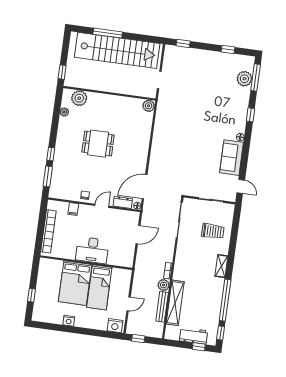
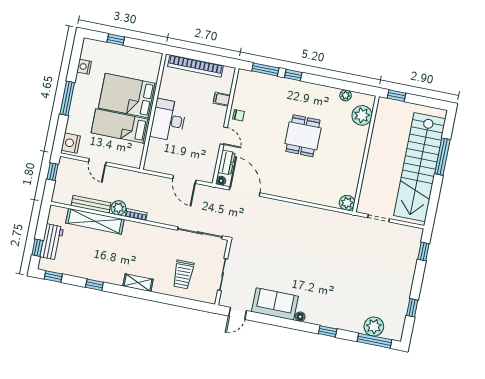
window: (225, 300) -> (94, 285), width x0.32
nightstand: (69, 321) -> (84, 67), moved
window: (80, 330) -> (67, 98), added

